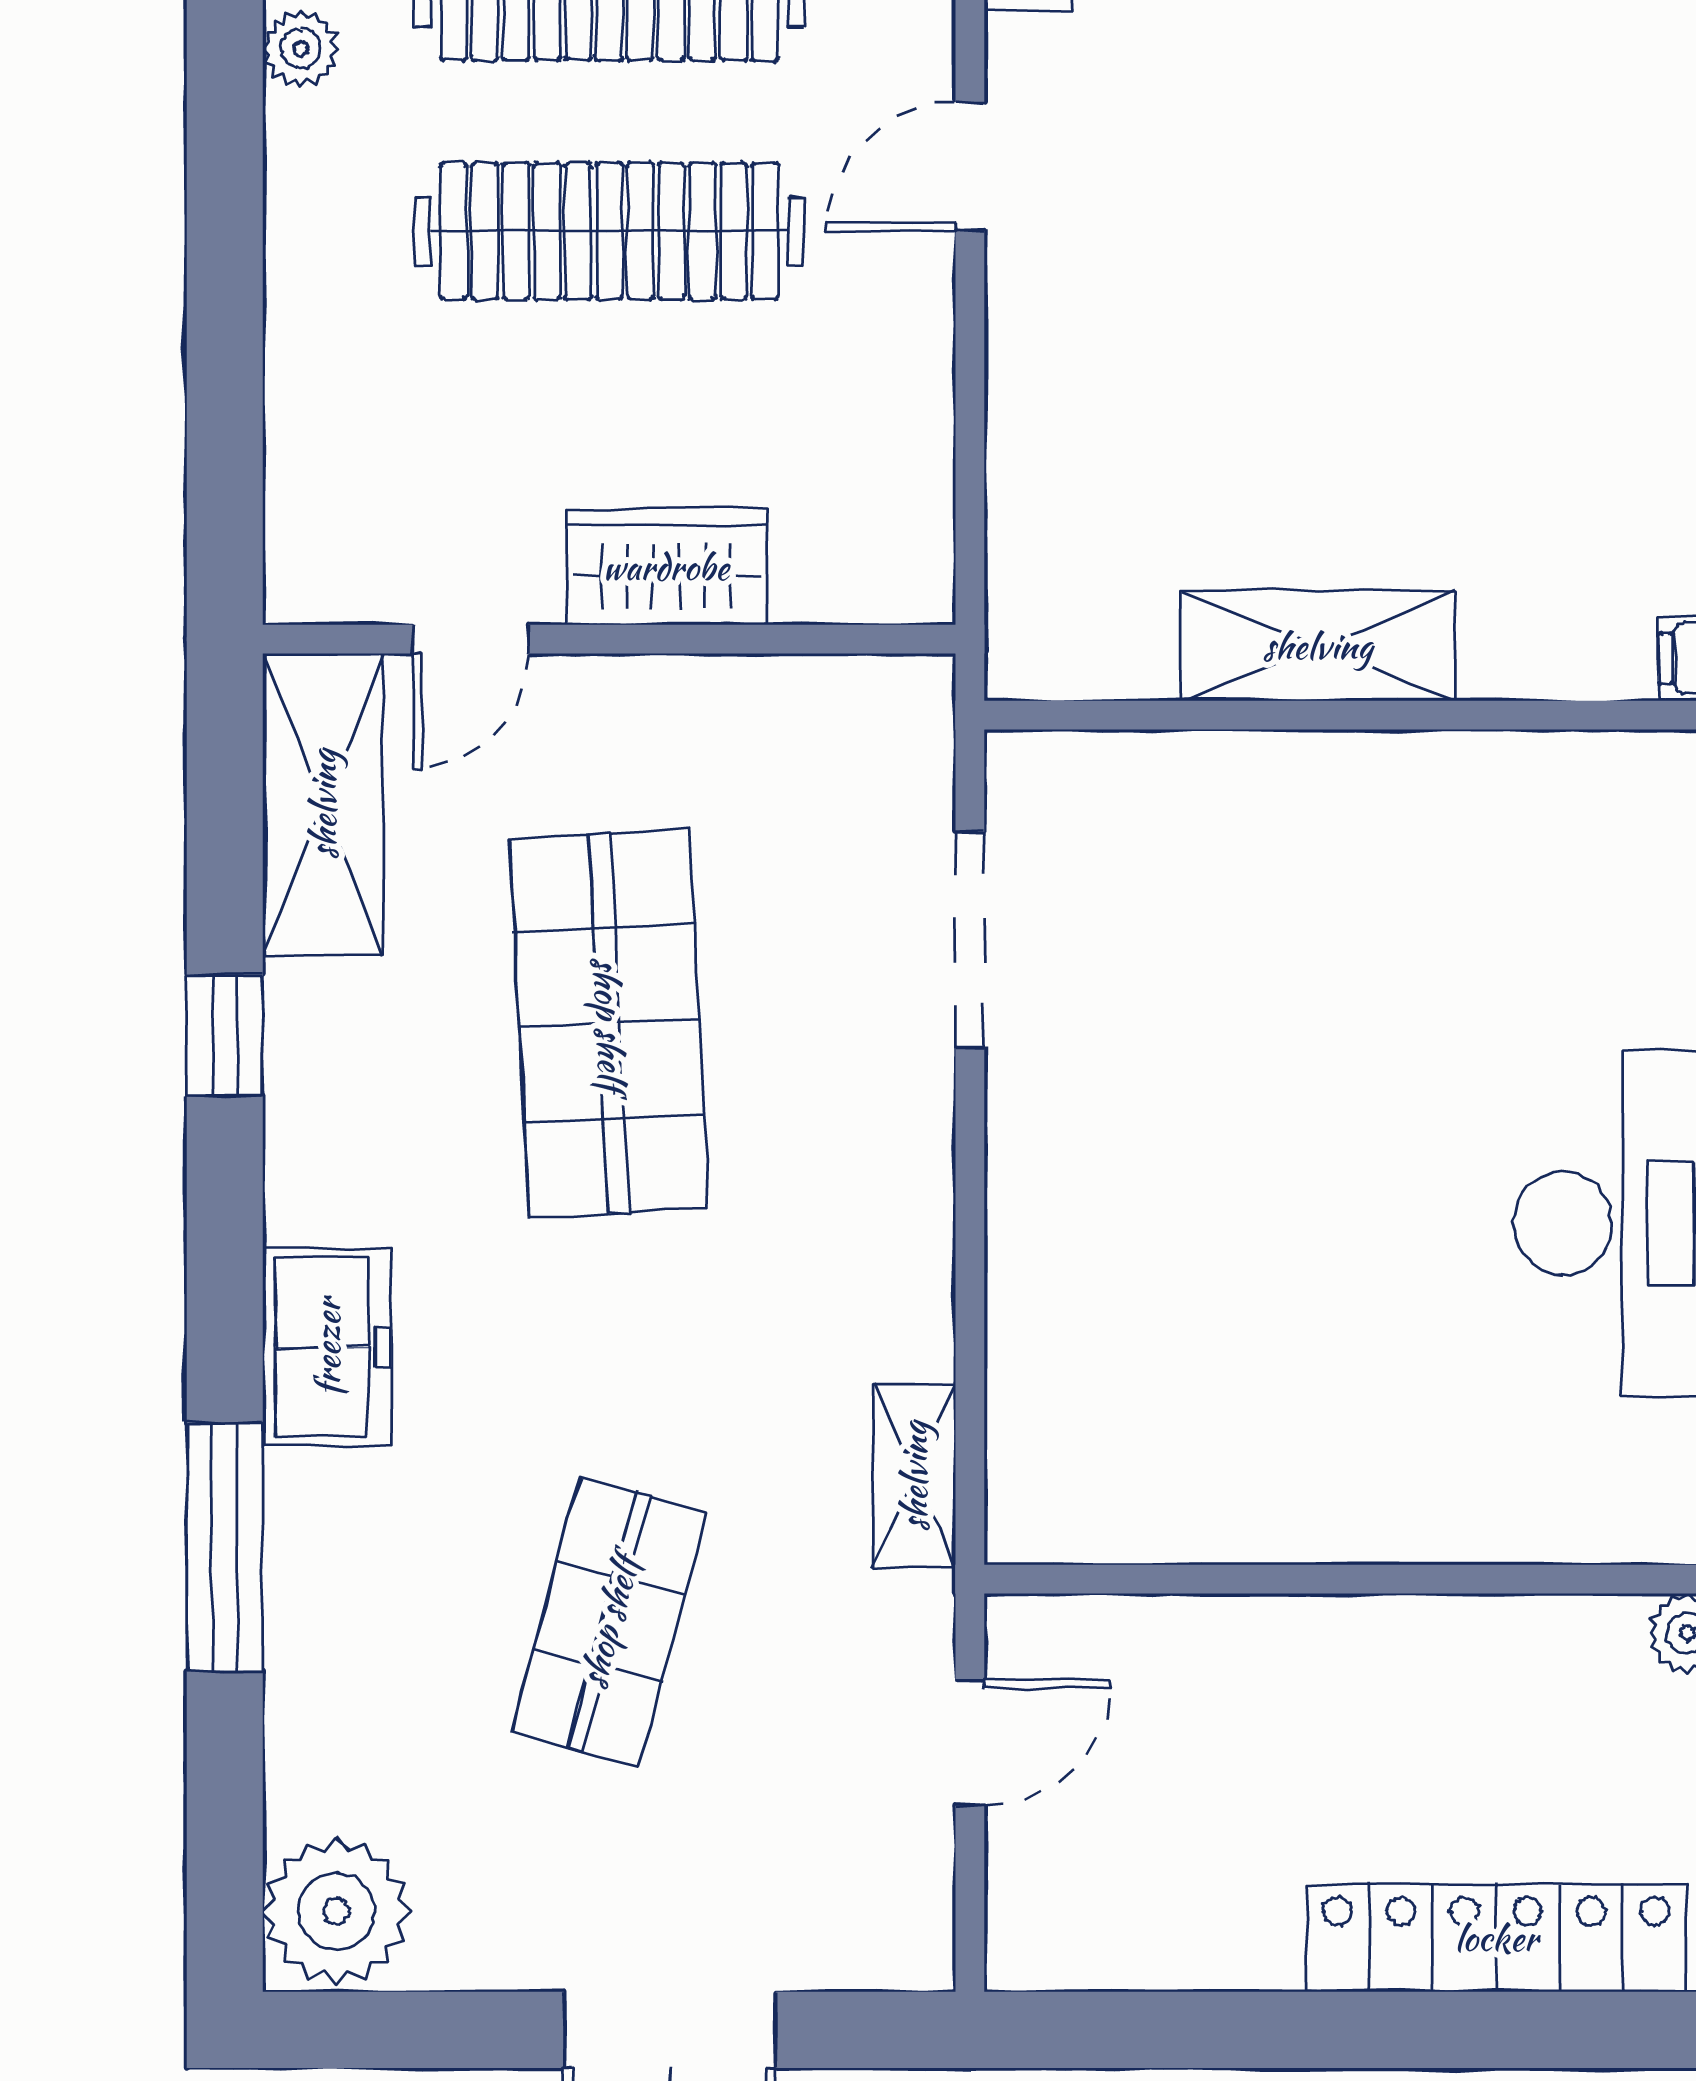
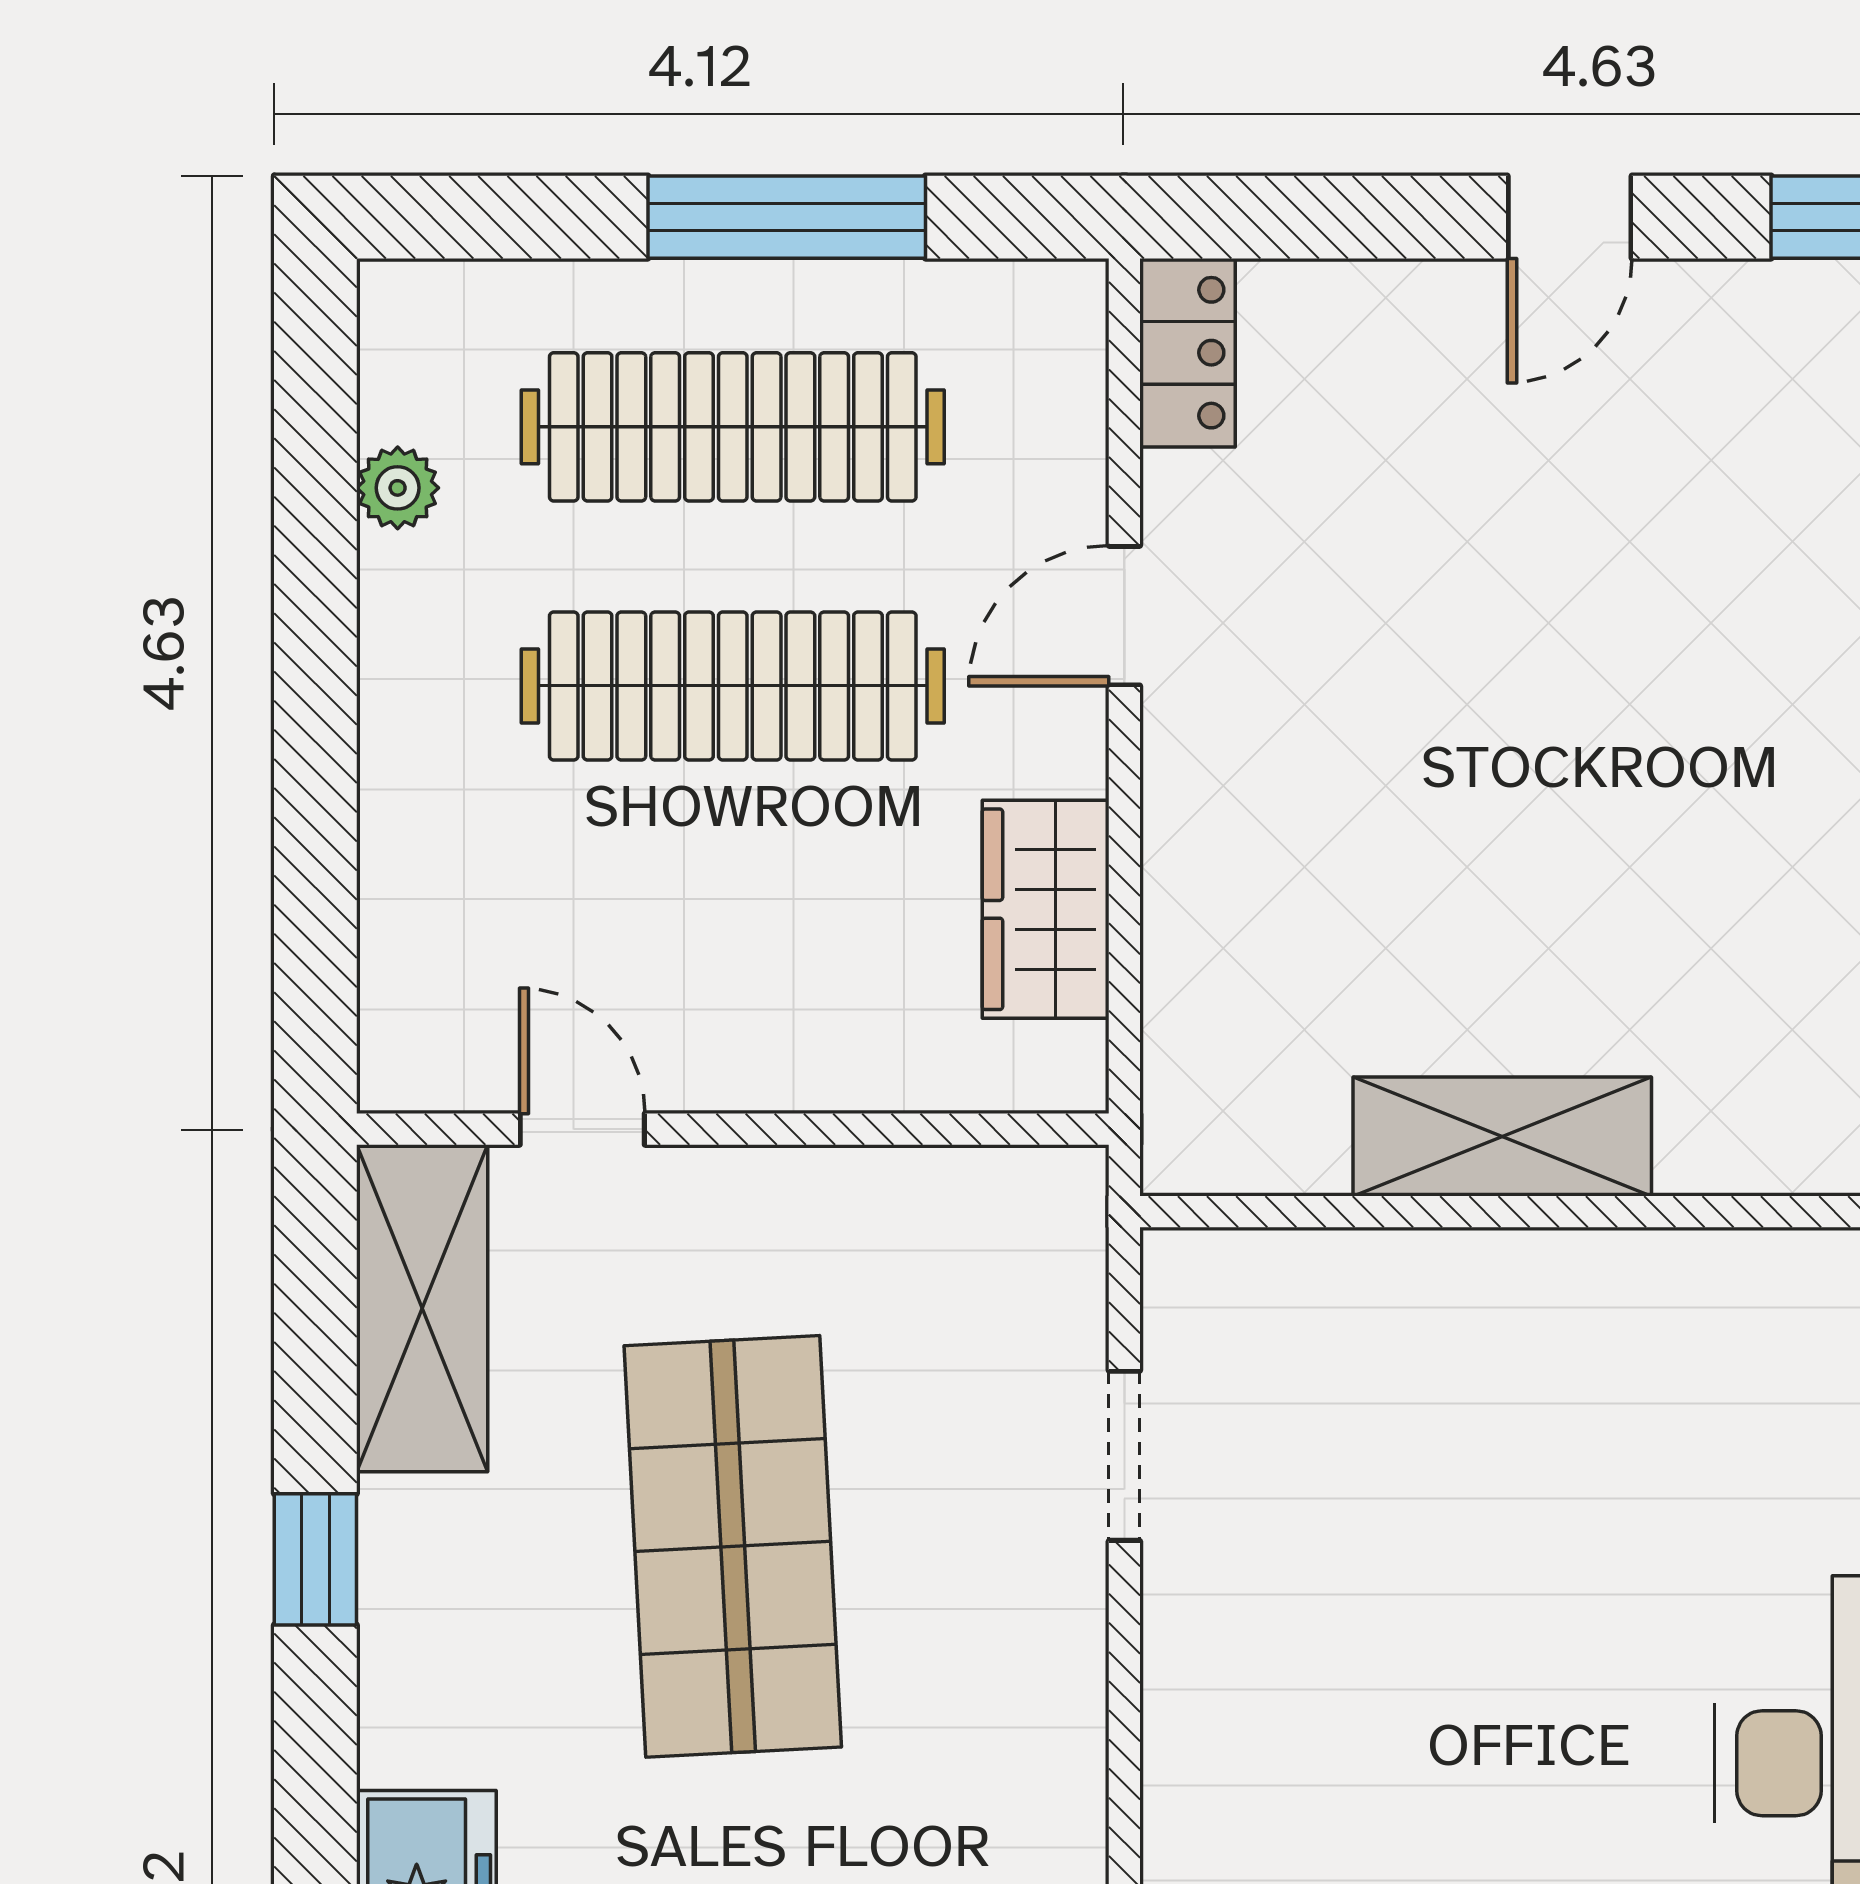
wardrobe: (666, 567) -> (1046, 909), moved, turned -90
door: (471, 639) -> (582, 1129), swing flipped
doorway: (970, 940) -> (1124, 1456), width x0.73

